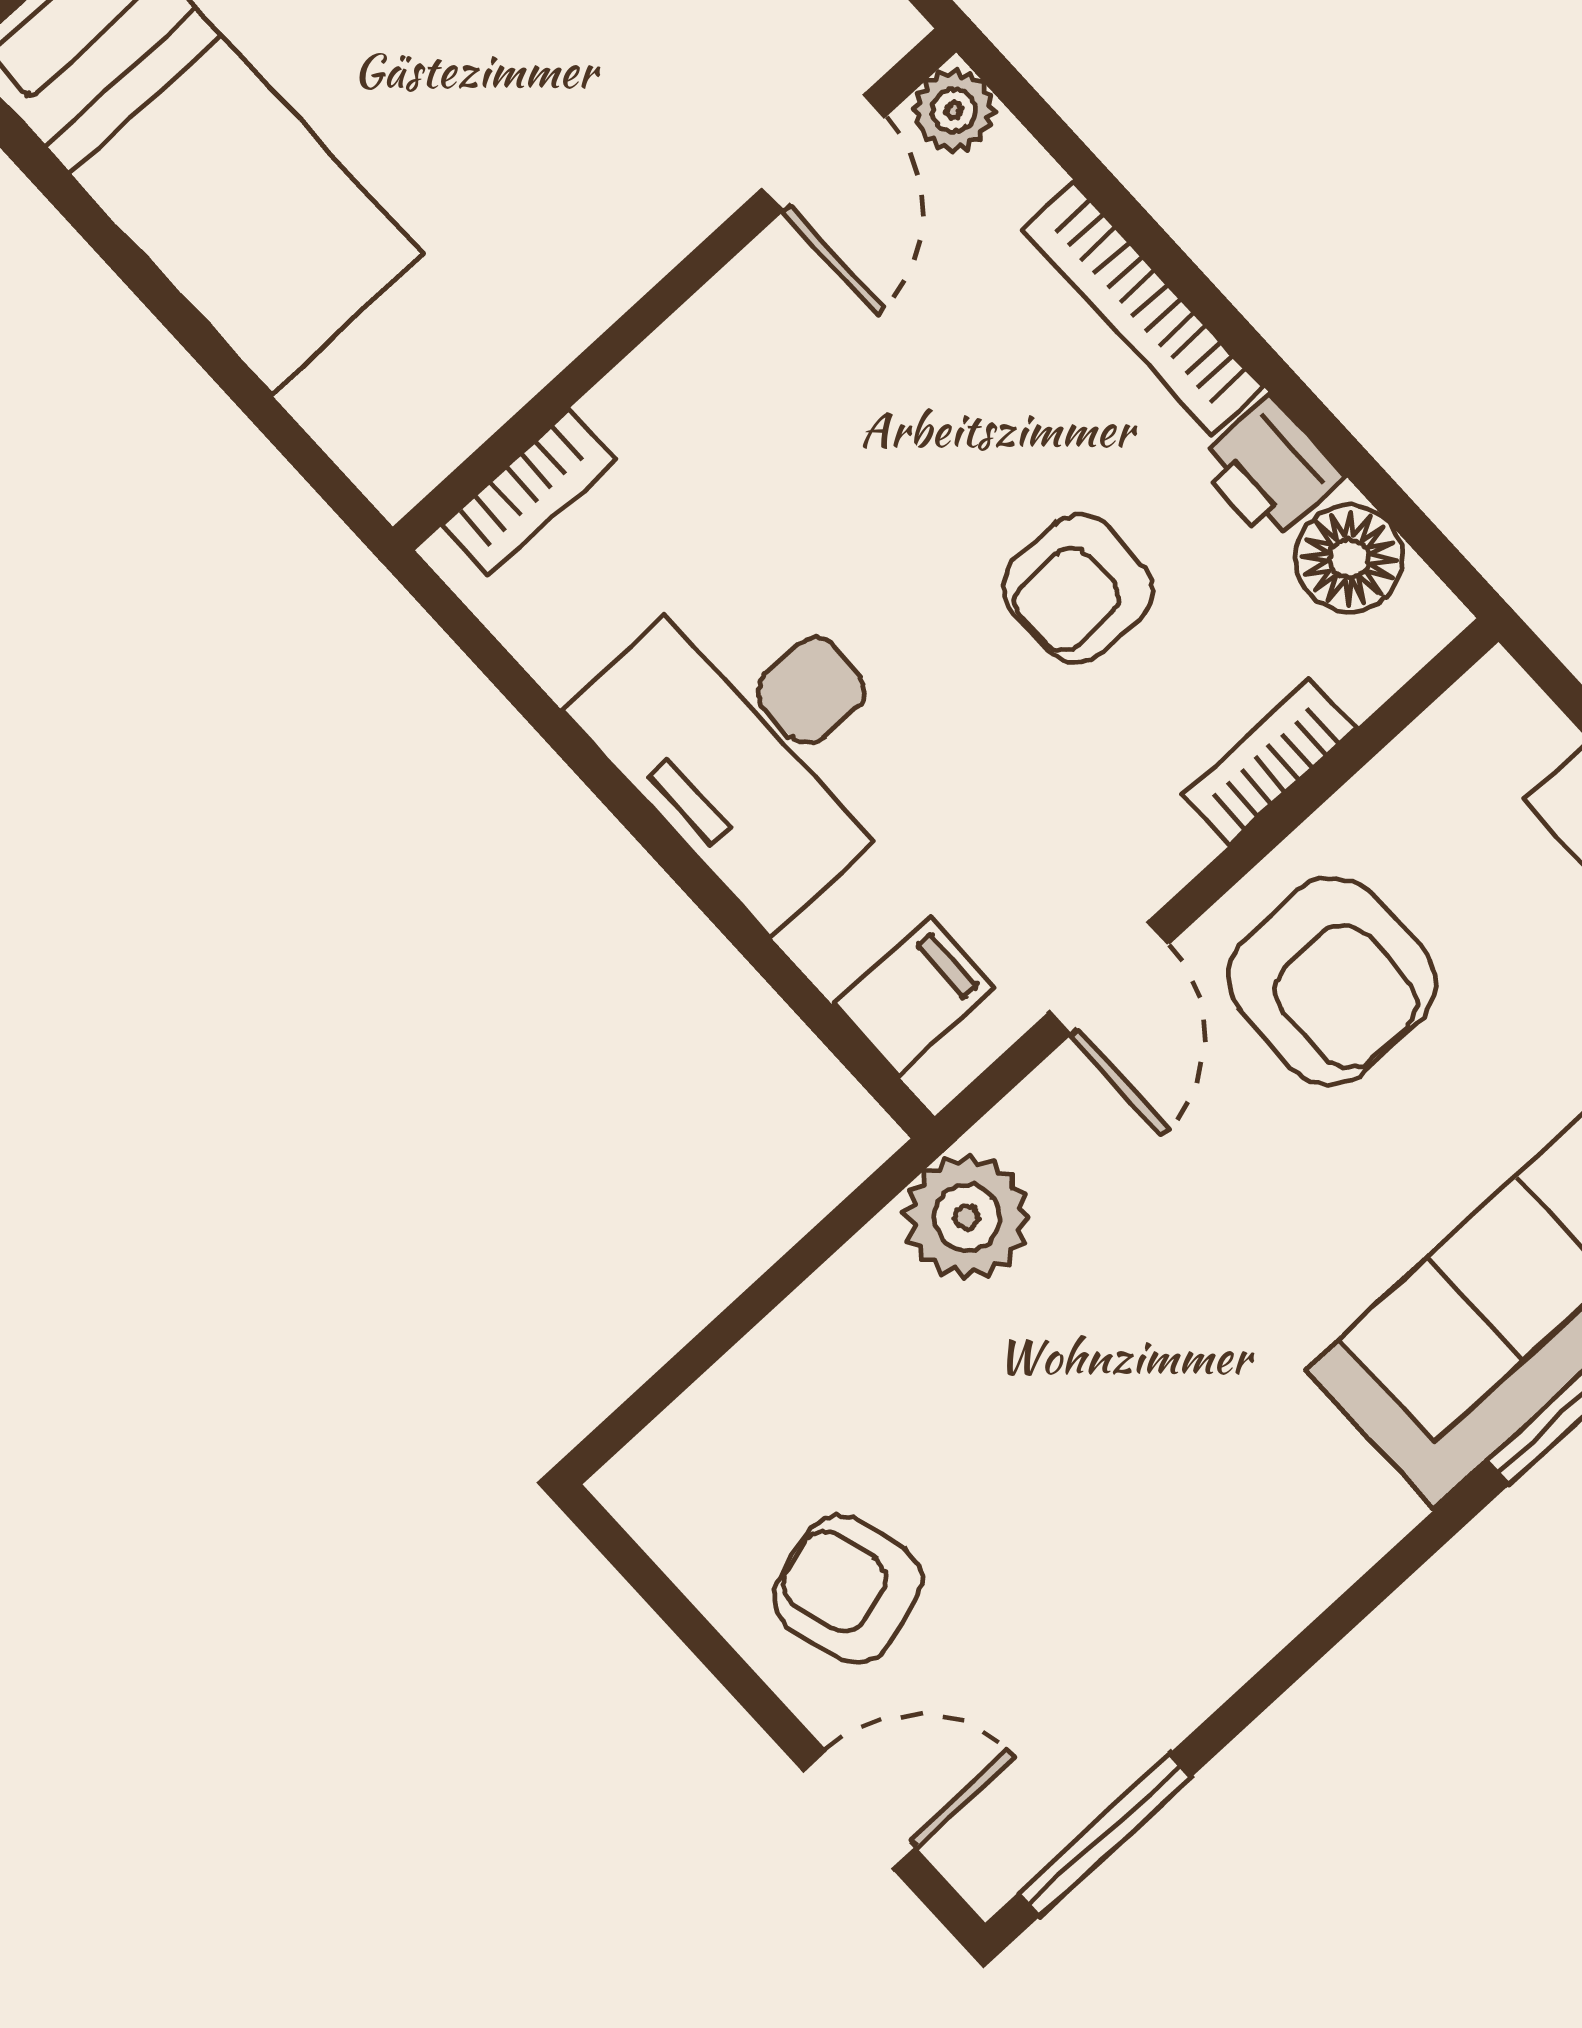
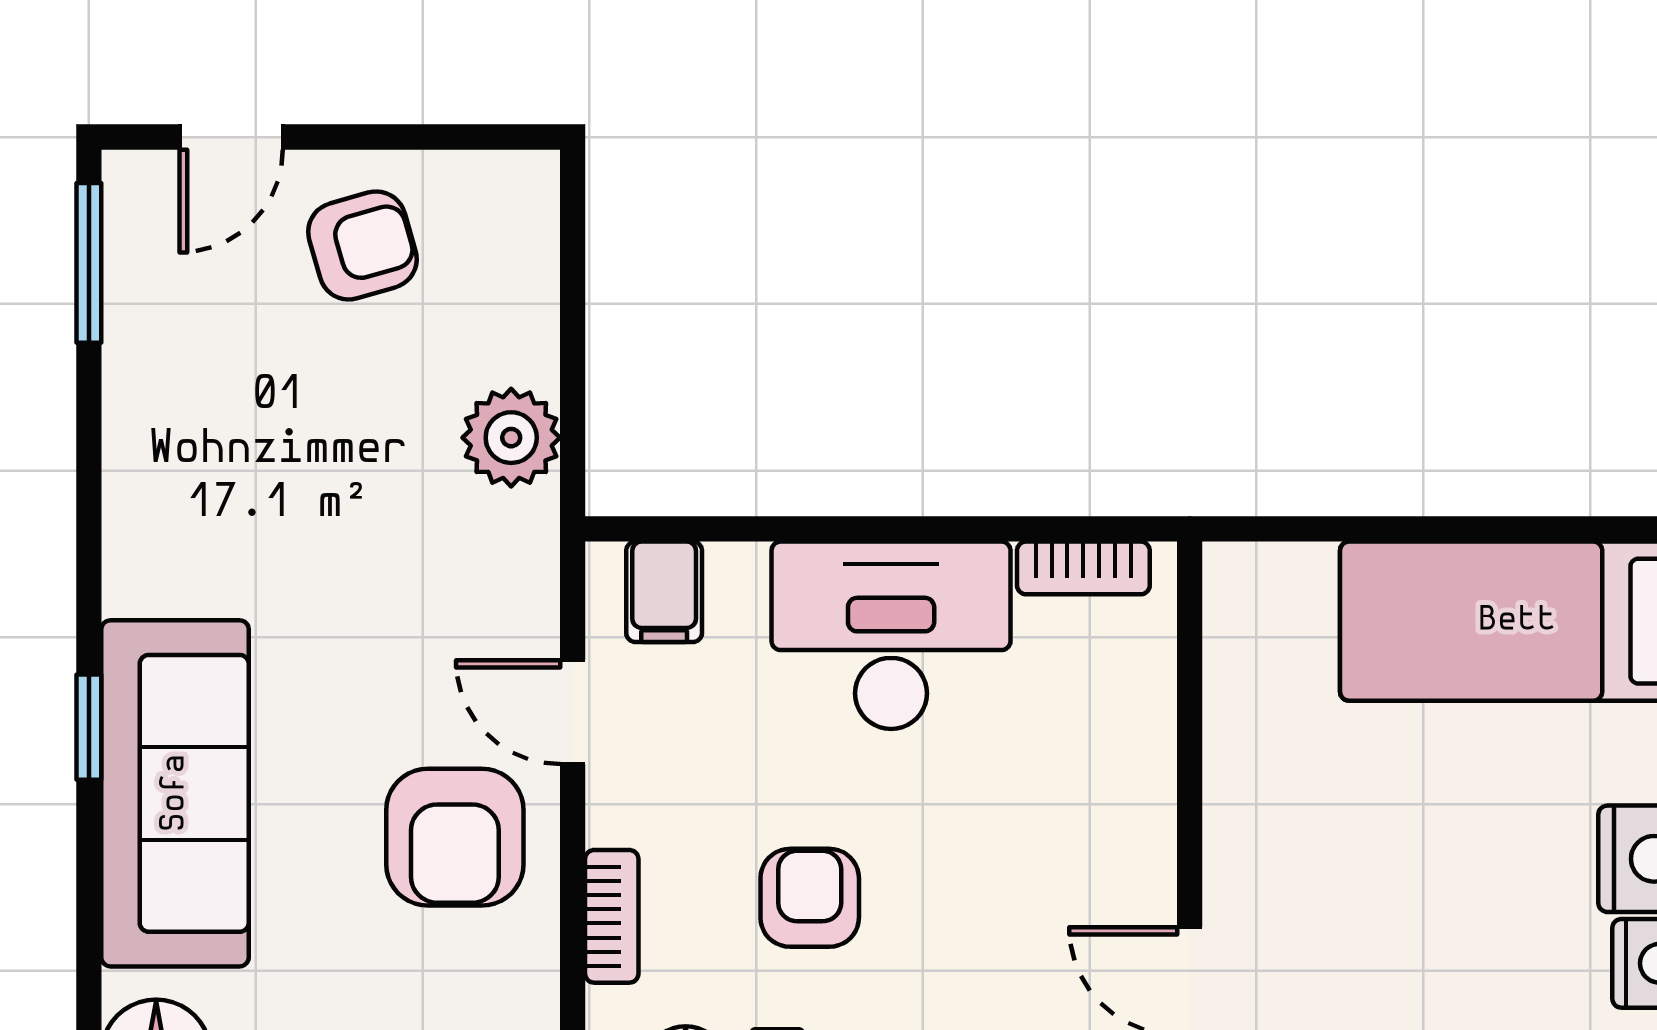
bookcase: (528, 493) -> (1083, 568), moved, turned -90
armchair: (1332, 981) -> (455, 837), turned -90
plant: (967, 1217) -> (511, 438), moved

